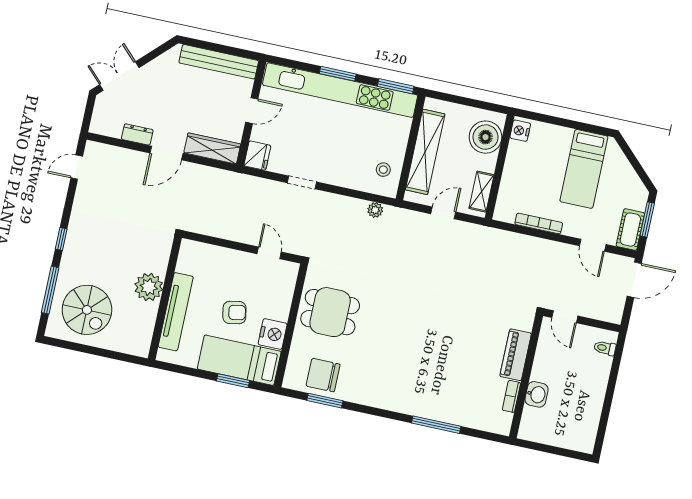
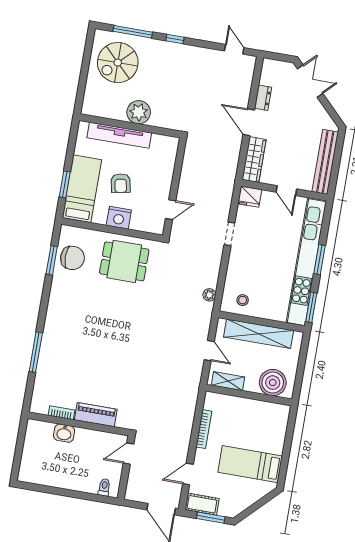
nightstand: (520, 131) -> (279, 411), removed
dining table: (330, 312) -> (124, 261), turned 90
nightstand: (273, 334) -> (119, 218), moved
chair: (323, 375) -> (73, 258), turned 90

